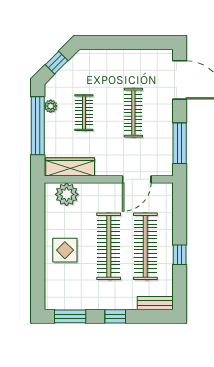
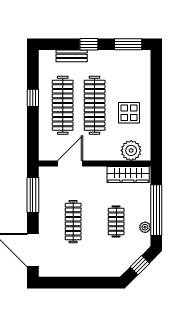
display table: (65, 250) -> (129, 113), moved
bench: (155, 303) -> (72, 56), moved

